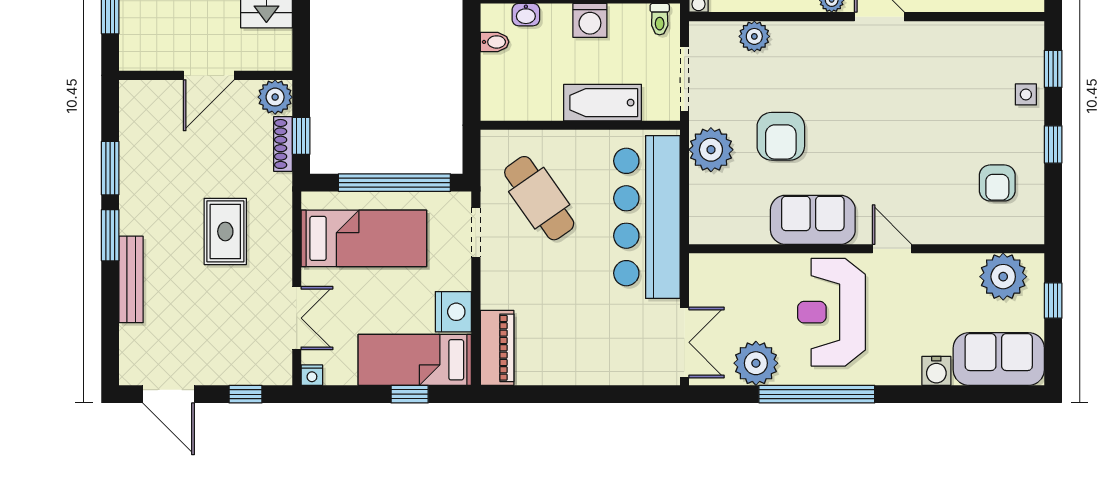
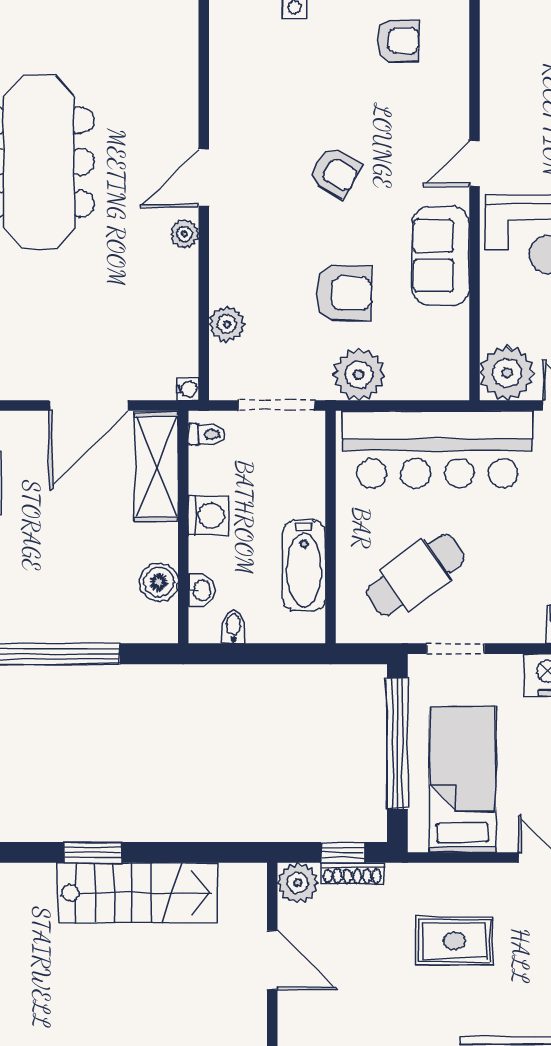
bathtub: (603, 103) -> (304, 565), moved
armchair: (885, 129) -> (335, 172), added
plant: (1003, 277) -> (507, 373), moved

